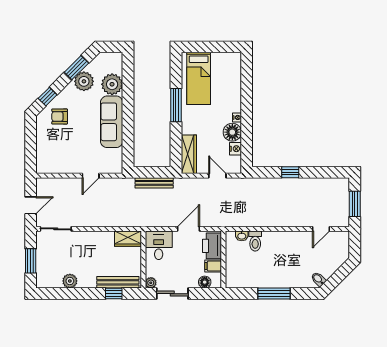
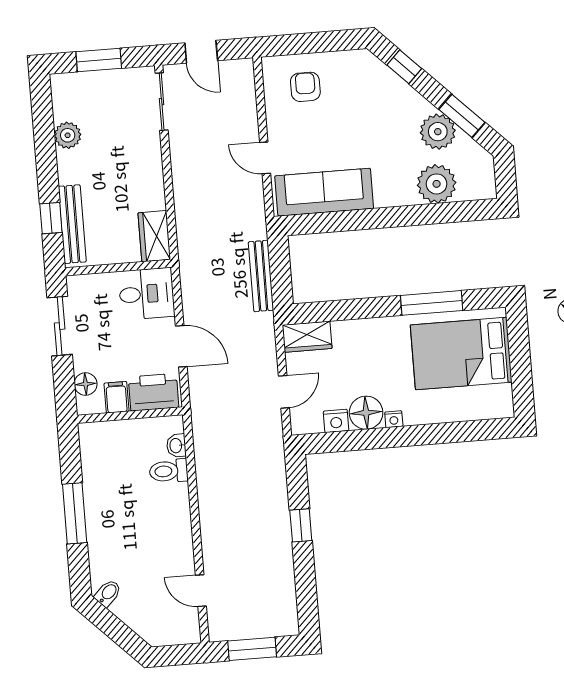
bed: (199, 78) -> (461, 354), width x1.50
window: (176, 105) -> (432, 303), moved
armchair: (60, 116) -> (305, 87), moved
sofa: (112, 122) -> (324, 192), moved
wardrobe: (189, 154) -> (307, 337), width x0.67
plant: (151, 283) -> (76, 285), removed

